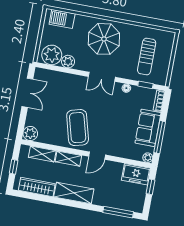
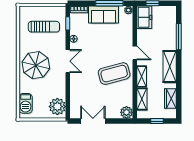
plant: (68, 62) -> (60, 92), removed
wardrobe: (37, 187) -> (170, 98), width x0.67
window: (118, 212) -> (179, 37), moved

